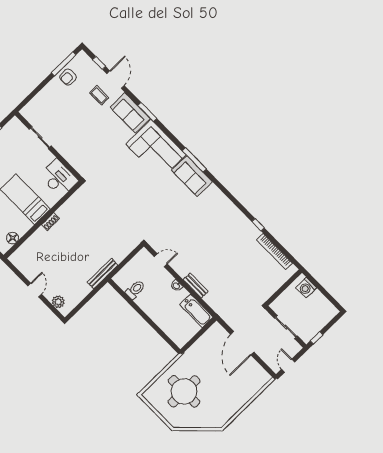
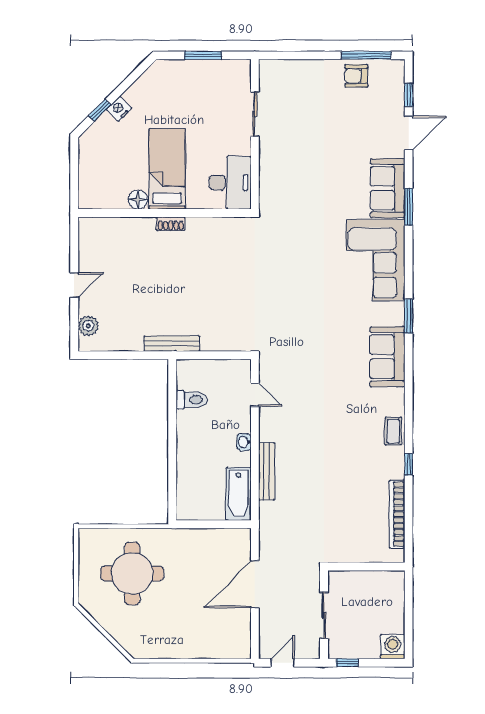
coffee table: (99, 95) -> (393, 431), moved
window: (194, 160) -> (409, 316), width x0.69
sofa: (192, 176) -> (387, 357), moved
floor lamp: (13, 238) -> (138, 200), moved
bench: (196, 285) -> (267, 471), width x1.36
washing machine: (306, 288) -> (393, 647), moved, turned 90

